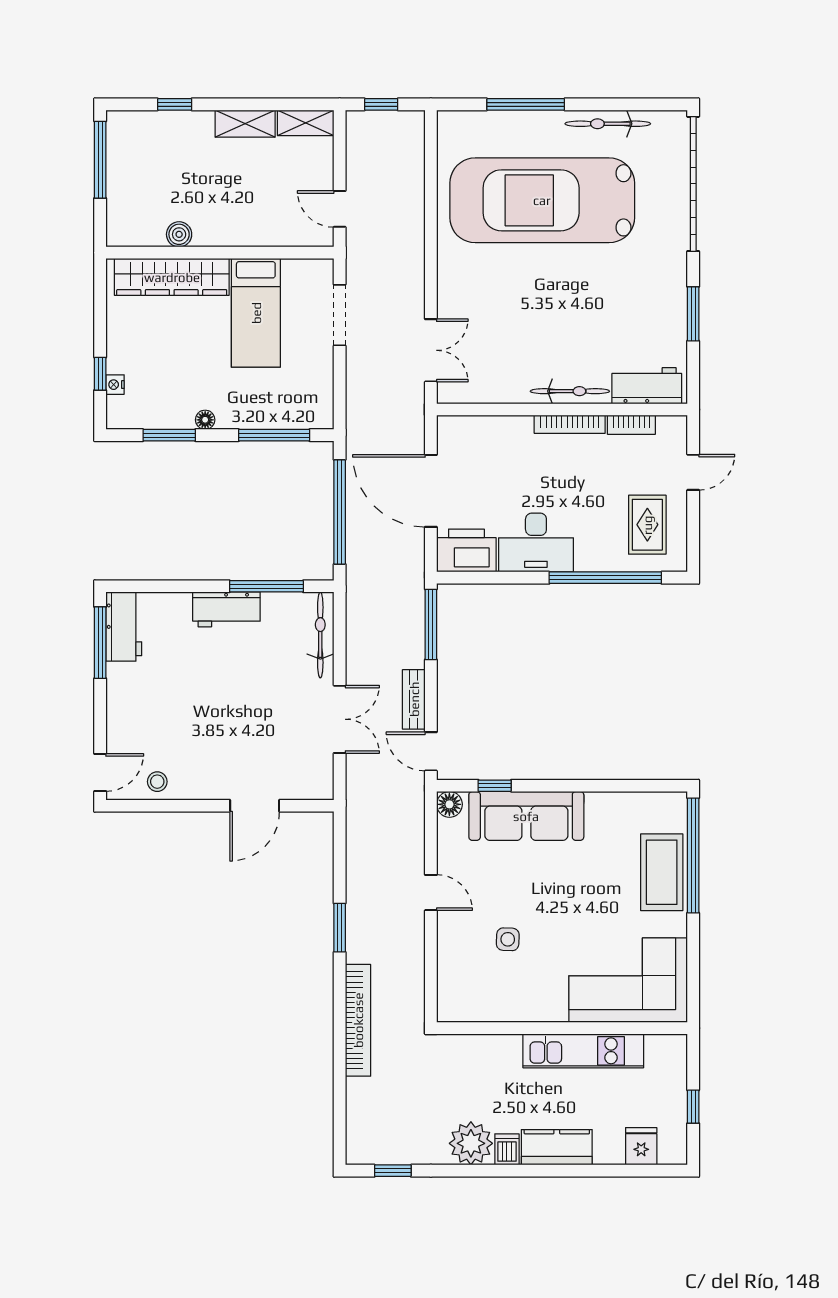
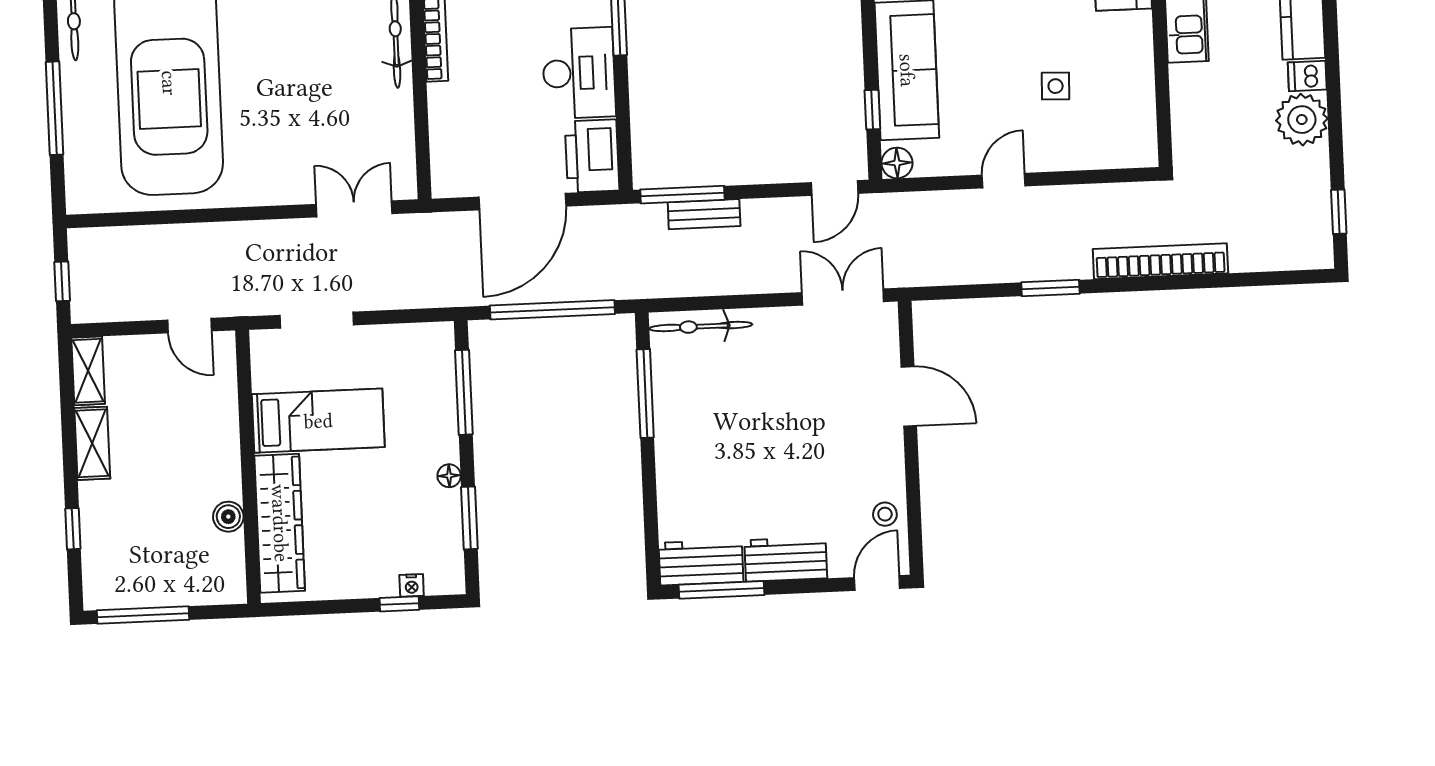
door: (340, 209) -> (190, 326), hinge flipped
workbench: (226, 609) -> (786, 559), moved, turned -90
bench: (414, 699) -> (704, 214), moved
double door: (340, 719) -> (843, 297), moved
door: (100, 772) -> (877, 583), hinge flipped

